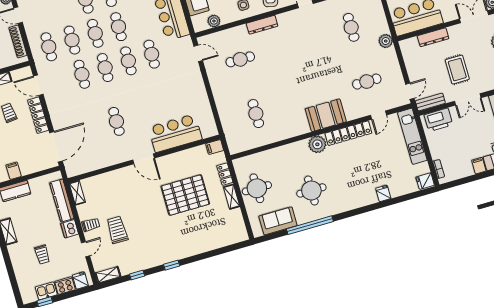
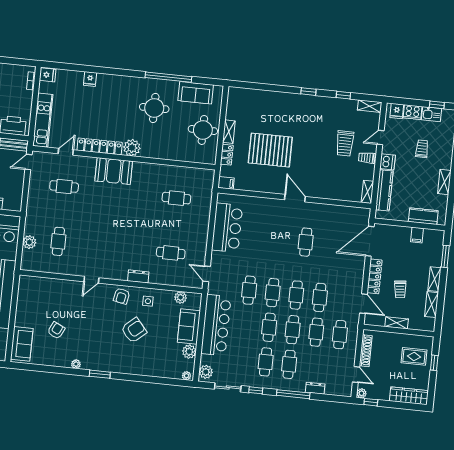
dresser: (262, 25) -> (138, 276), width x0.70
plant: (386, 41) -> (29, 242), moved
cafe table: (256, 114) -> (176, 198), turned 90
bar counter: (175, 133) -> (227, 228), moved, turned -90

